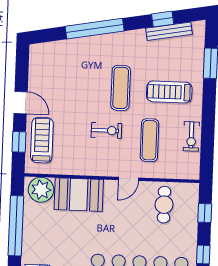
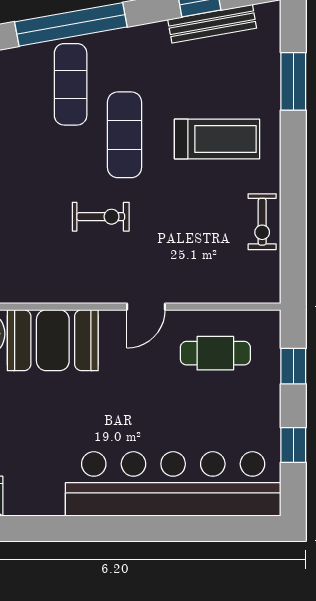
treadmill: (169, 92) -> (217, 139), turned 180
exercise mat: (149, 140) -> (71, 84), moved
cafe table: (164, 205) -> (215, 353), turned 90

